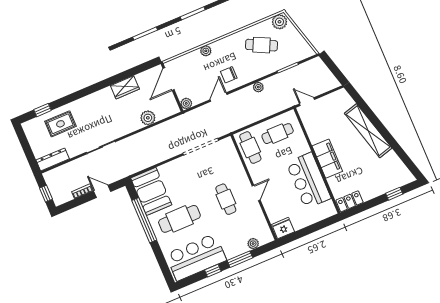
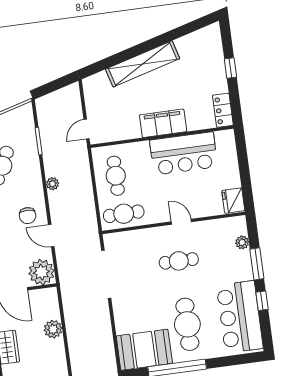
plant: (186, 103) -> (41, 272), width x1.88, depth x1.88
window: (394, 194) -> (230, 68), moved

